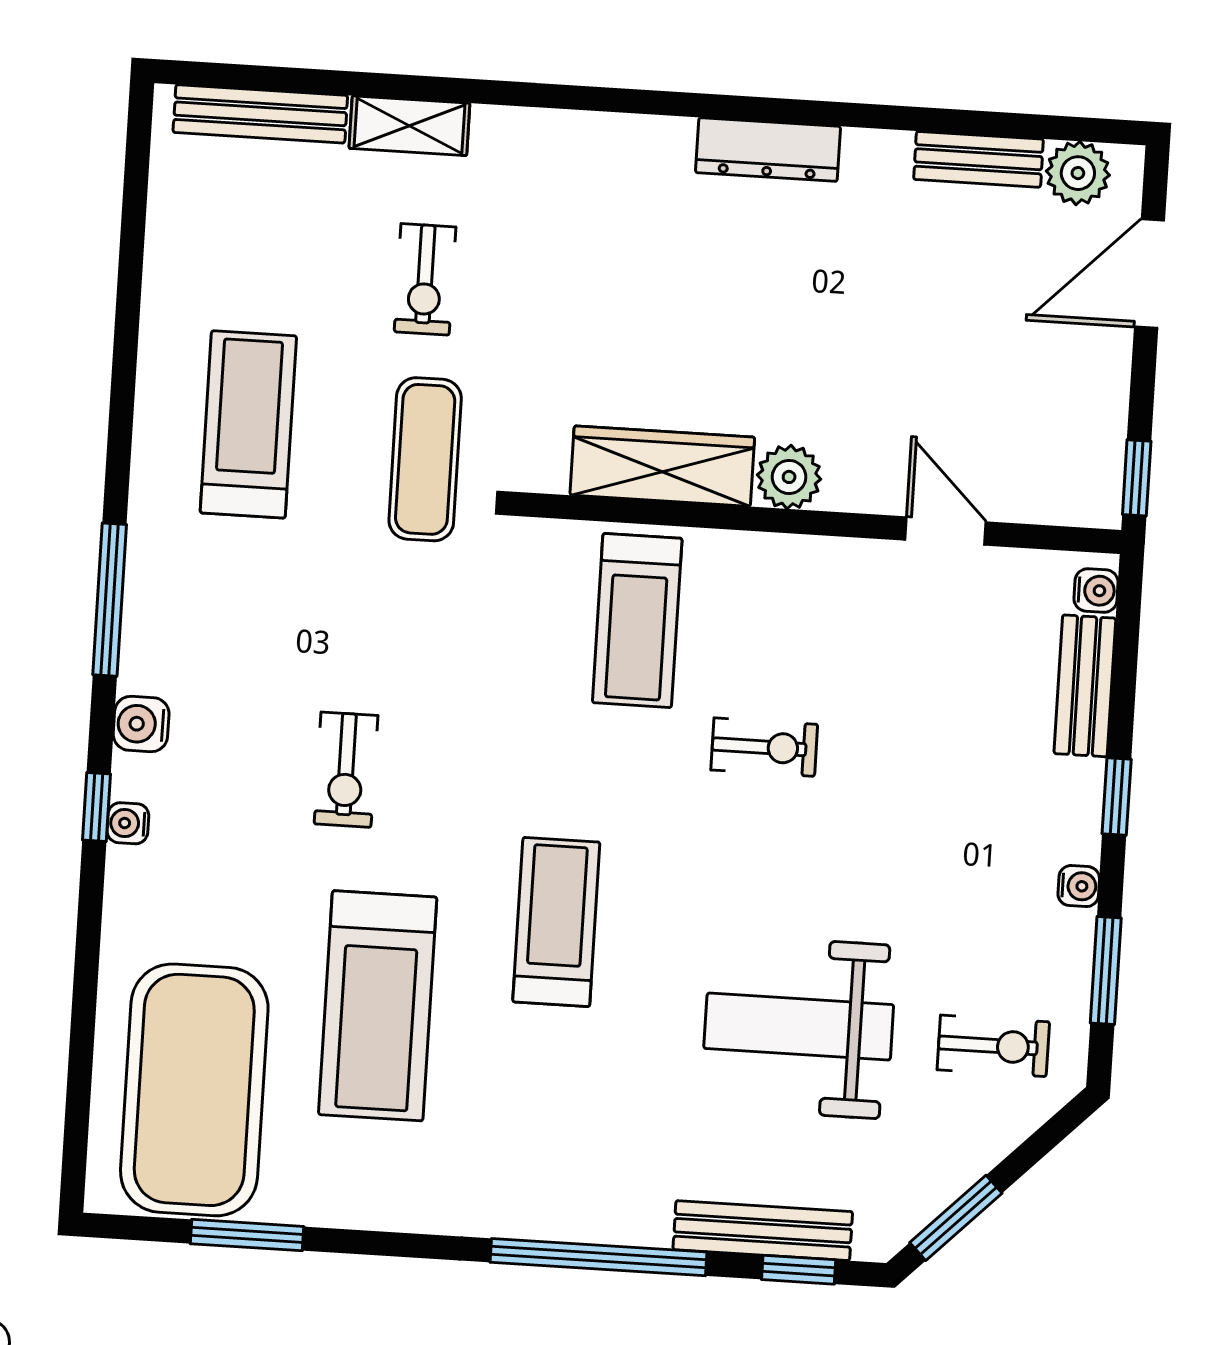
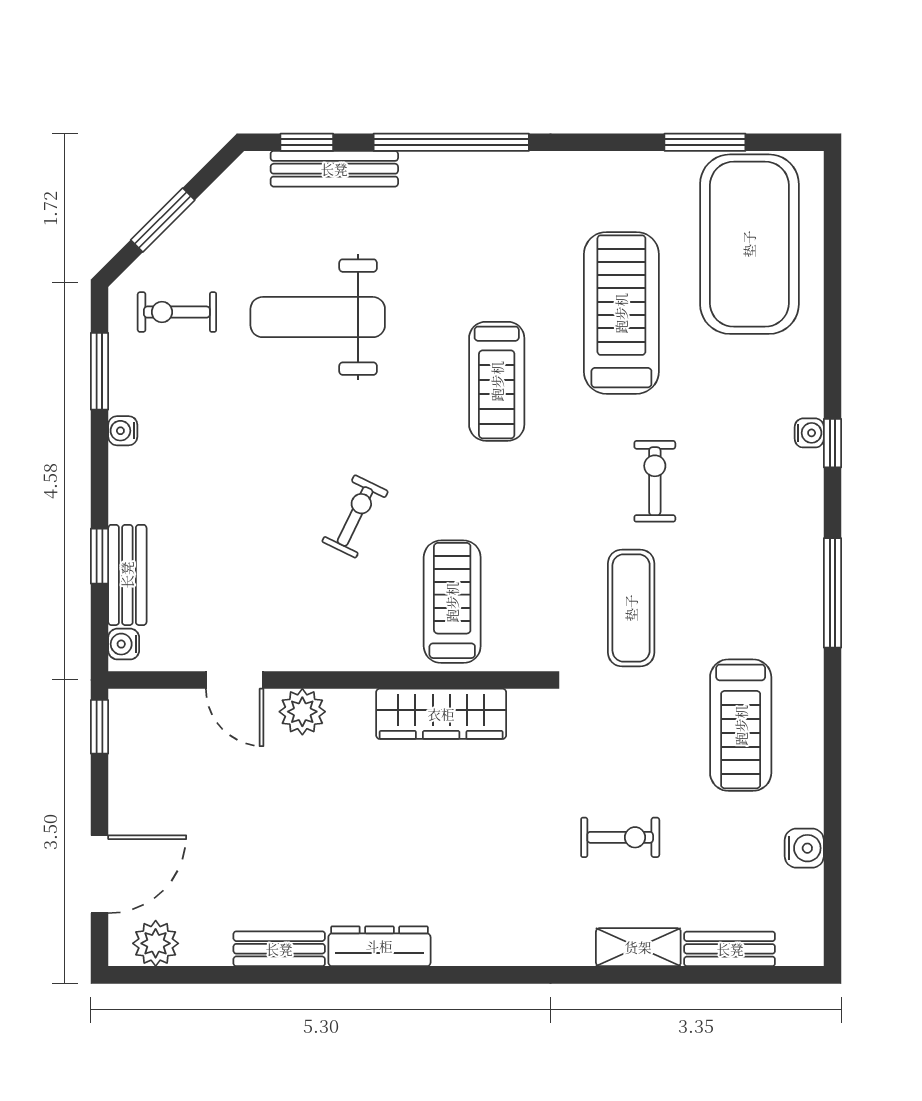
bench: (260, 114) -> (730, 949), width x0.73
bench: (978, 159) -> (279, 949), moved
exercise bike: (425, 279) -> (620, 837), turned 90
exercise mat: (425, 459) -> (631, 608), moved
plant: (789, 477) -> (302, 712), moved
water cooler: (141, 724) -> (804, 848), moved
exercise bike: (764, 747) -> (355, 516), turned 116
window: (1117, 796) -> (100, 556), moved
weight bench: (799, 1027) -> (318, 317), turned 180
window: (956, 1218) -> (163, 220), moved

